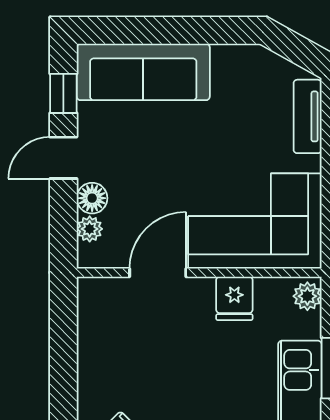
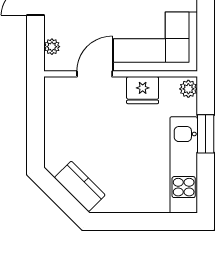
floor lamp: (92, 198) -> (53, 27), removed
fridge: (234, 298) -> (143, 90), width x1.38

